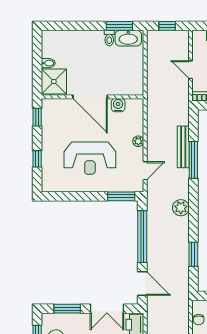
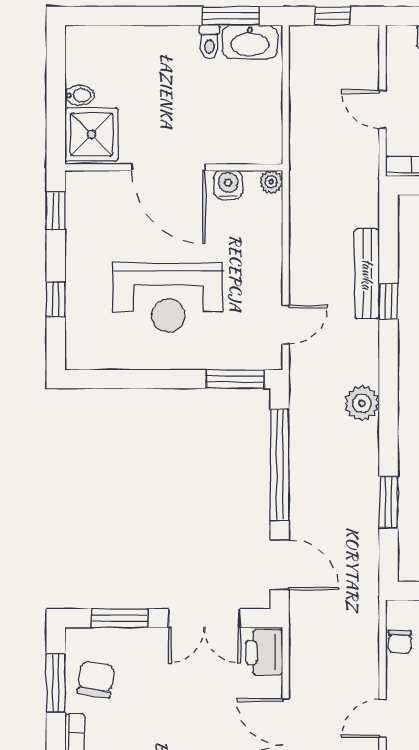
plant: (138, 141) -> (271, 182), moved
window: (193, 160) -> (389, 302), width x0.46

